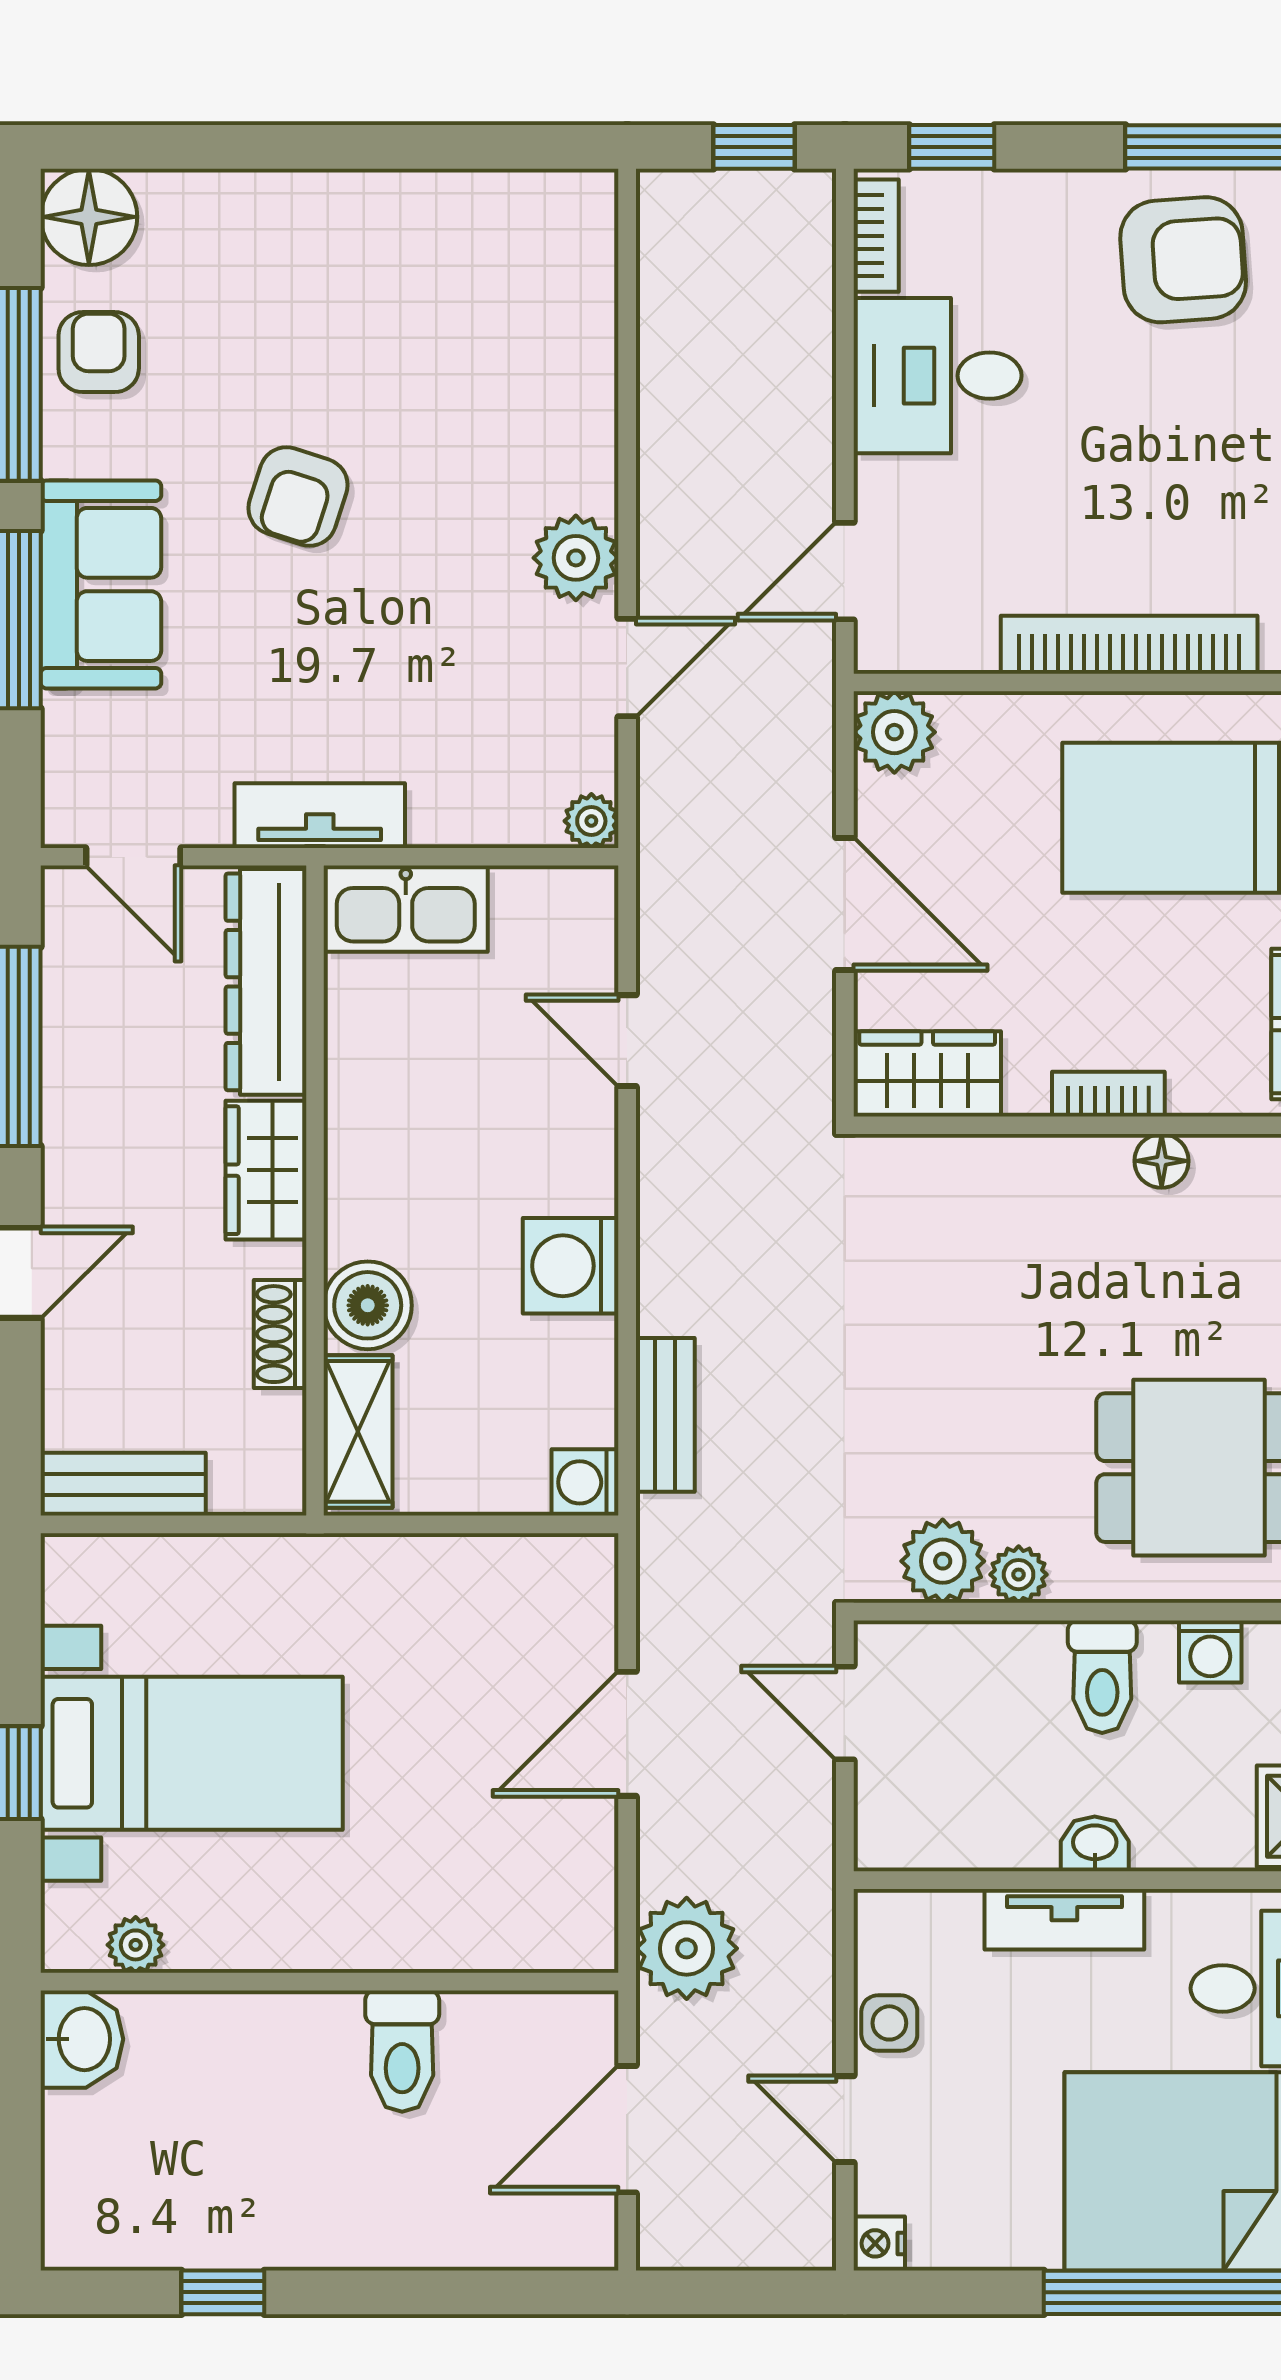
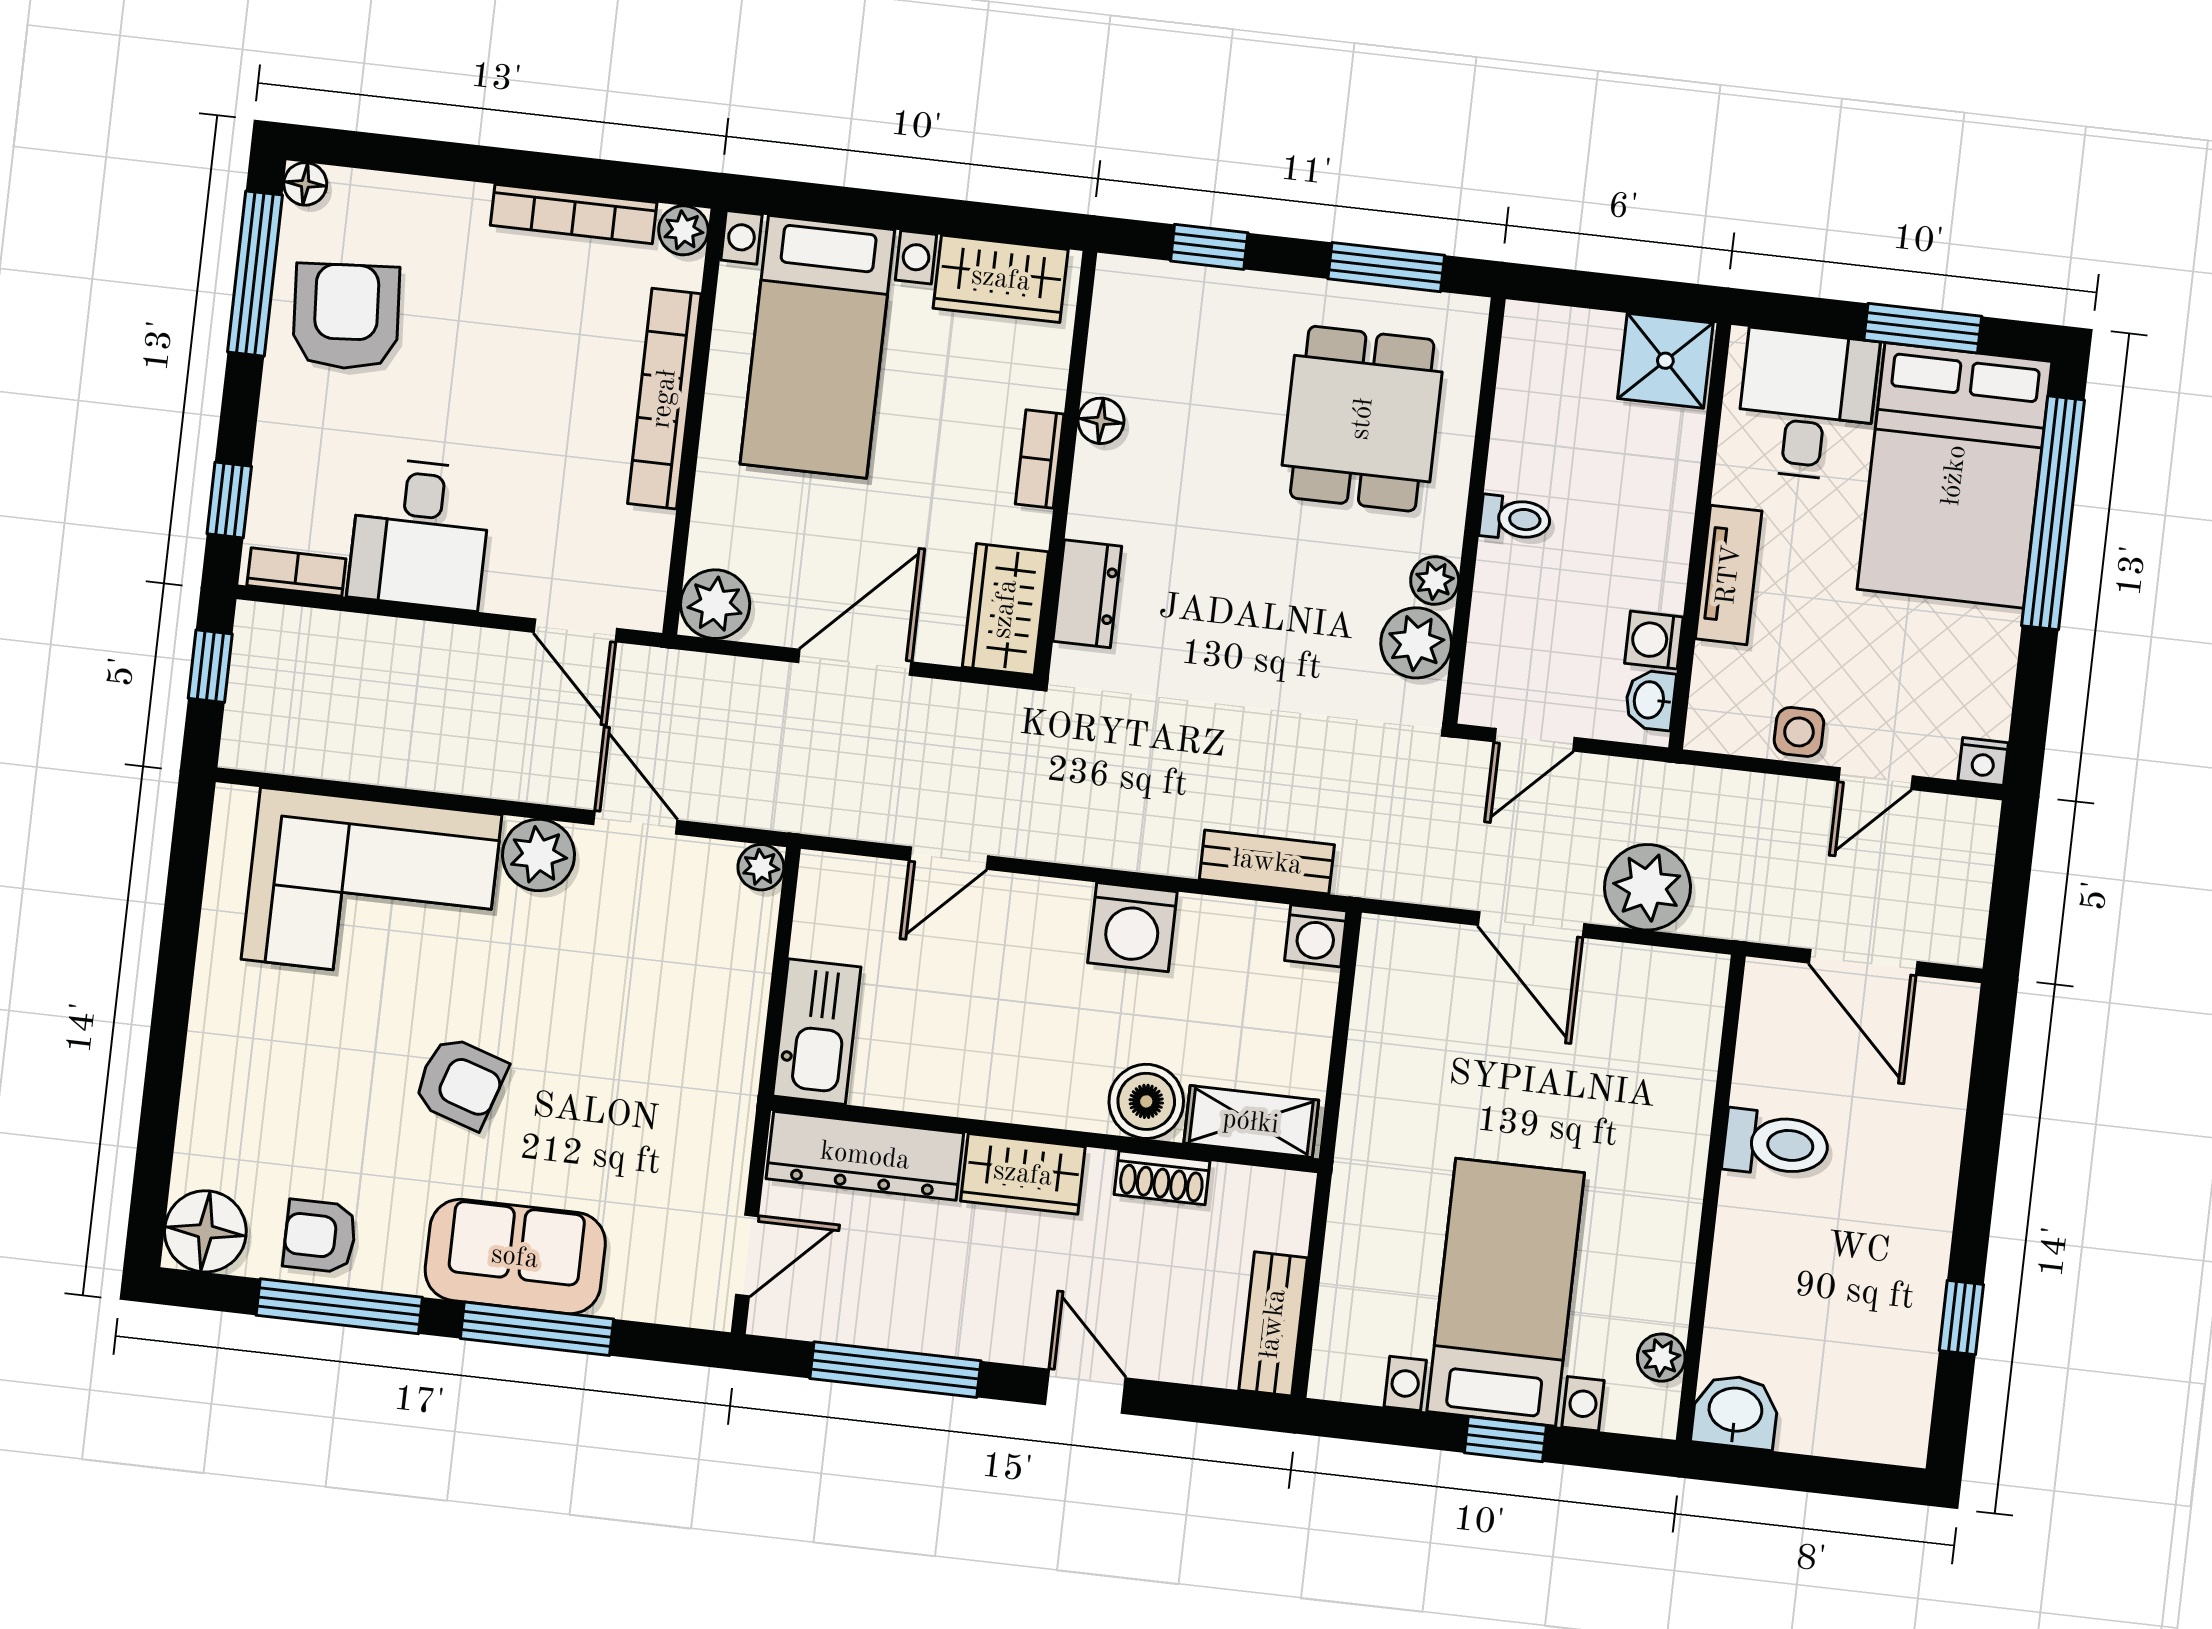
corner sofa: (516, 366) -> (372, 887), added
tv unit: (320, 816) -> (730, 1095), removed
dresser: (956, 1168) -> (1087, 594), added
washing machine: (1210, 1651) -> (1654, 640), moved, turned 180
toilet: (1102, 1677) -> (1515, 518), width x0.73, depth x0.72
washbasin: (1095, 1844) -> (1650, 700), moved
plant: (687, 1948) -> (1647, 887), moved

